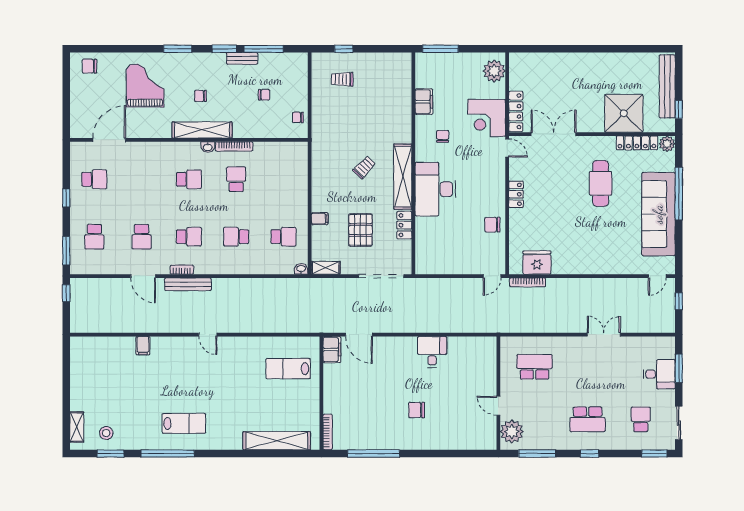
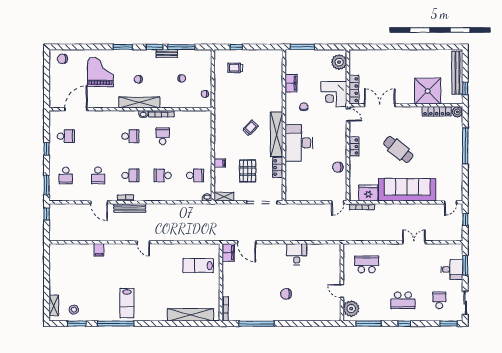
cafe table: (601, 183) -> (398, 150), moved, turned -51
sofa: (658, 214) -> (407, 190), moved, turned 90
lab bench: (184, 423) -> (127, 303), turned 90

